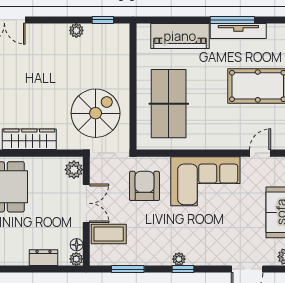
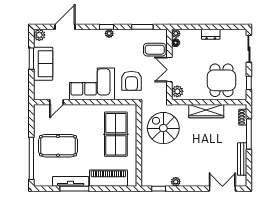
spiral stairs: (96, 113) -> (163, 128), turned 90
dresser: (43, 258) -> (211, 34), moved

